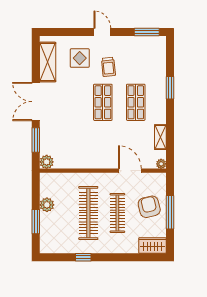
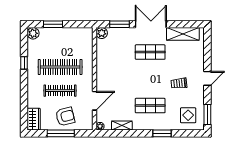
display table: (80, 58) -> (188, 115), moved
shop shelf: (103, 102) -> (150, 52), moved
plant: (47, 205) -> (33, 33), moved

